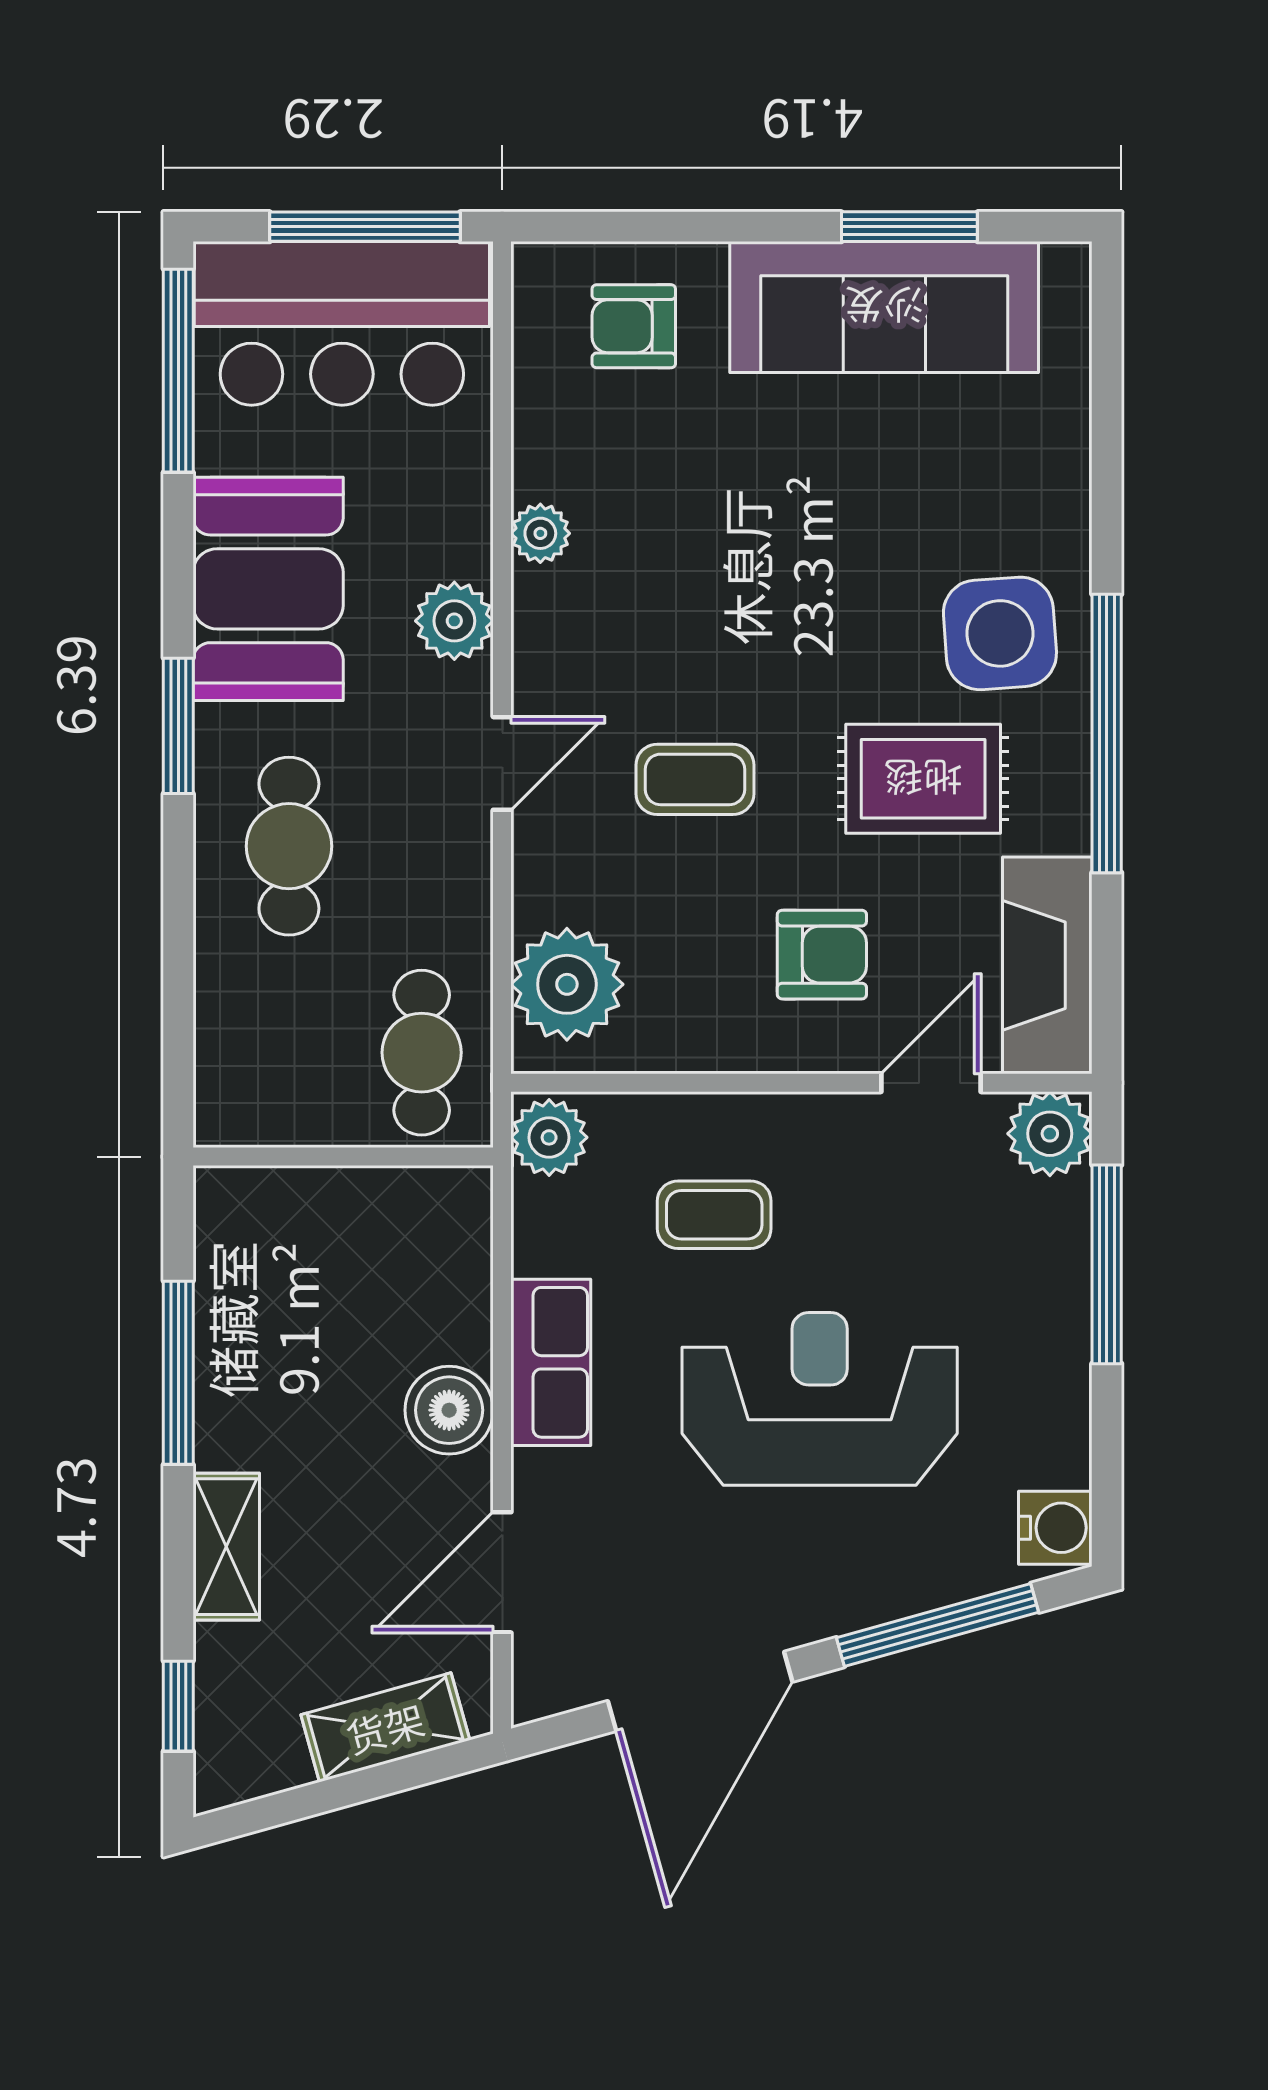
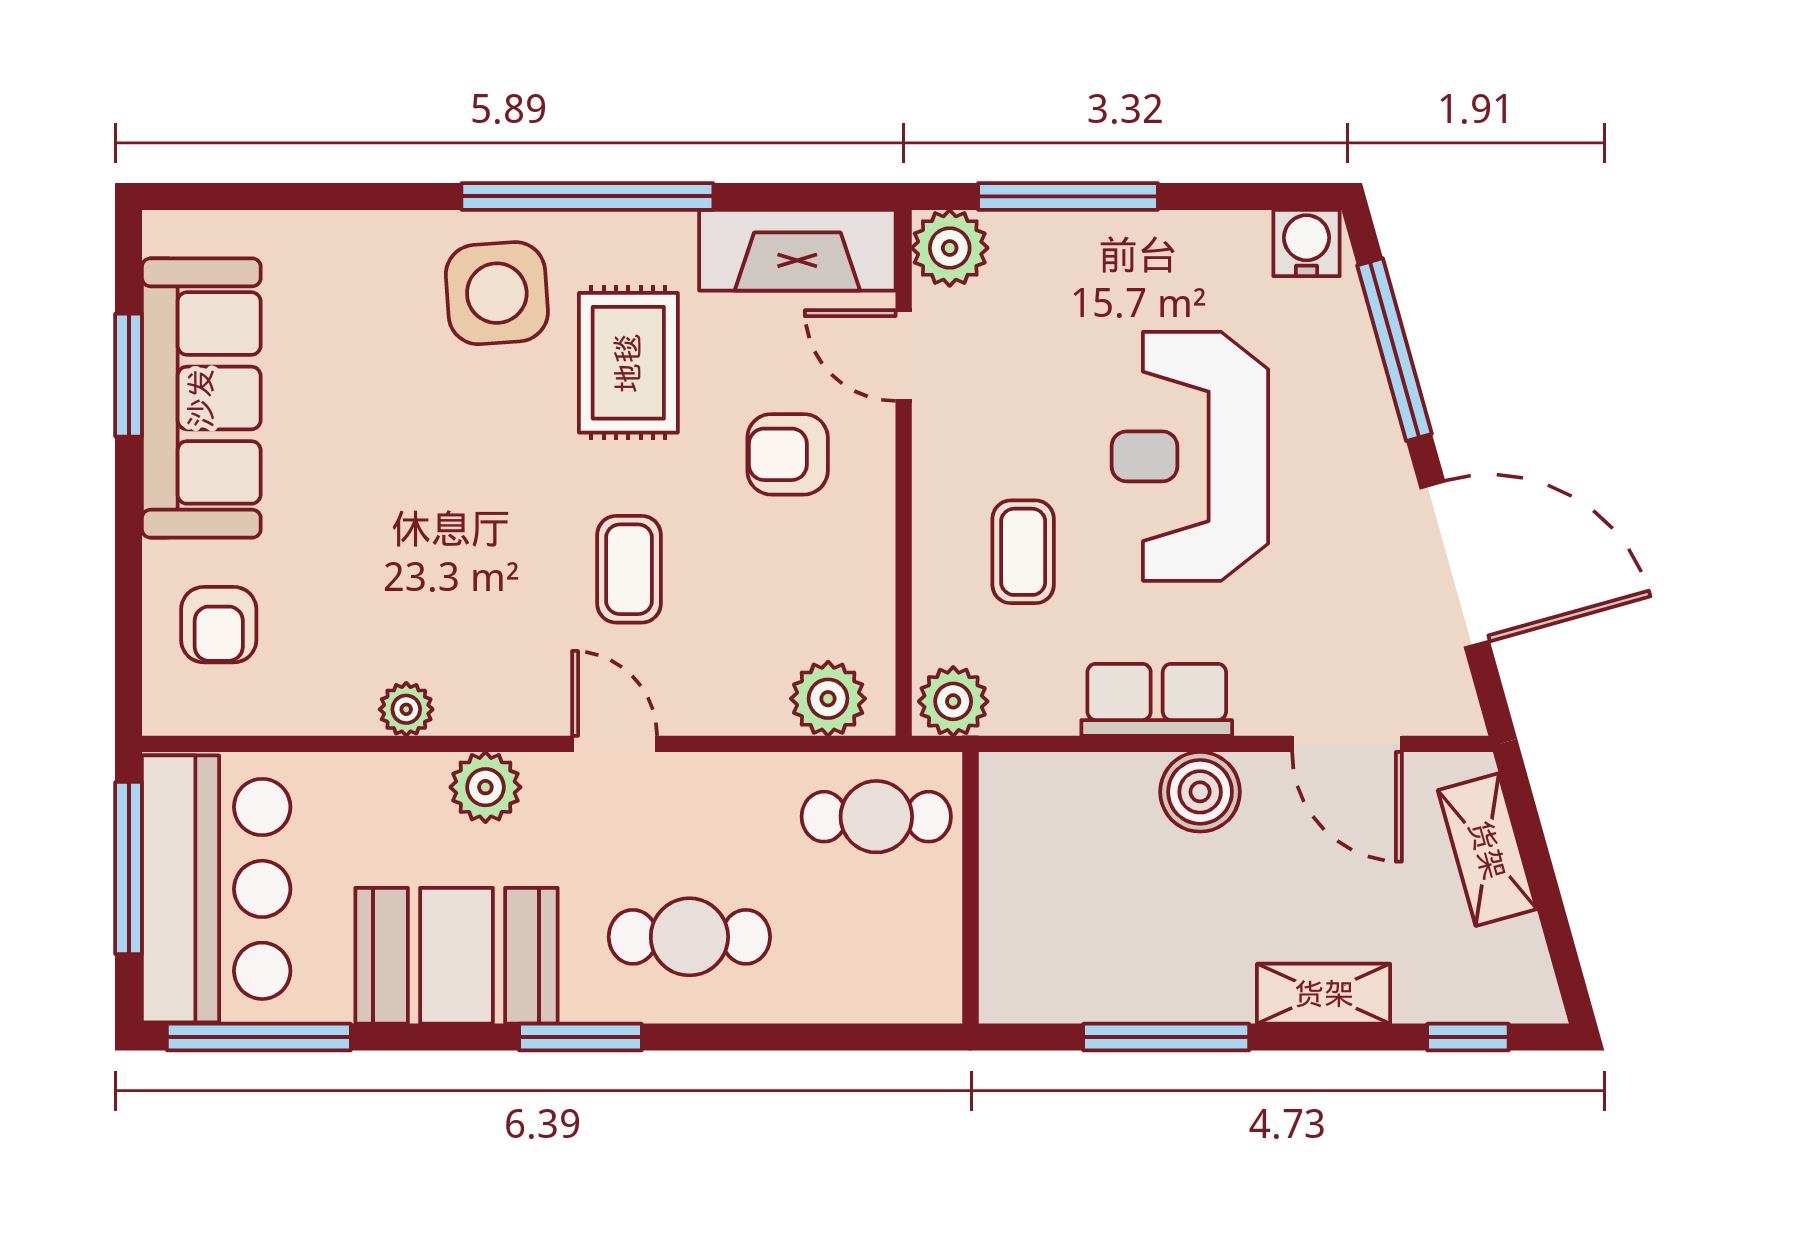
armchair: (822, 955) -> (788, 454), turned -90
plant: (567, 984) -> (828, 699), width x0.73, depth x0.73

